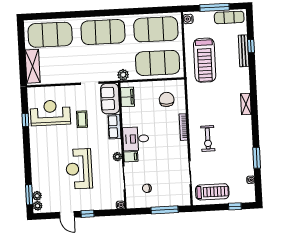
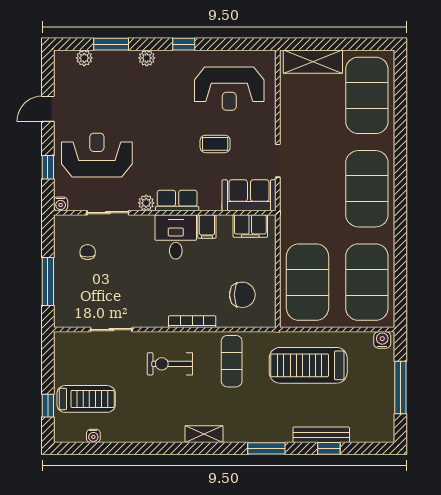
exercise mat: (229, 17) -> (232, 361), moved
plant: (123, 75) -> (290, 220), removed
shelving: (246, 104) -> (204, 434), moved
reception desk: (50, 113) -> (229, 89), turned 90
window: (25, 120) -> (184, 44), moved
row of seats: (114, 127) -> (177, 200), moved
filing cabinet: (131, 157) -> (207, 227), moved
window: (257, 158) -> (266, 448), moved
reception desk: (79, 169) -> (97, 155), moved
treadmill: (212, 192) -> (86, 399), moved, turned -90
window: (29, 195) -> (111, 44), moved
plant: (38, 206) -> (147, 58), moved
window: (87, 214) -> (48, 167), moved

